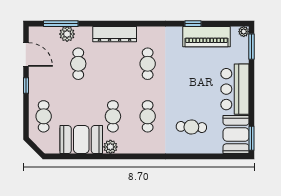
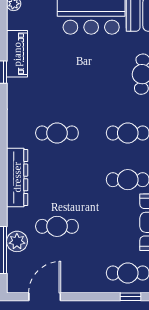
piano: (207, 37) -> (17, 54), width x0.73, depth x0.75
window: (26, 86) -> (131, 297), moved

